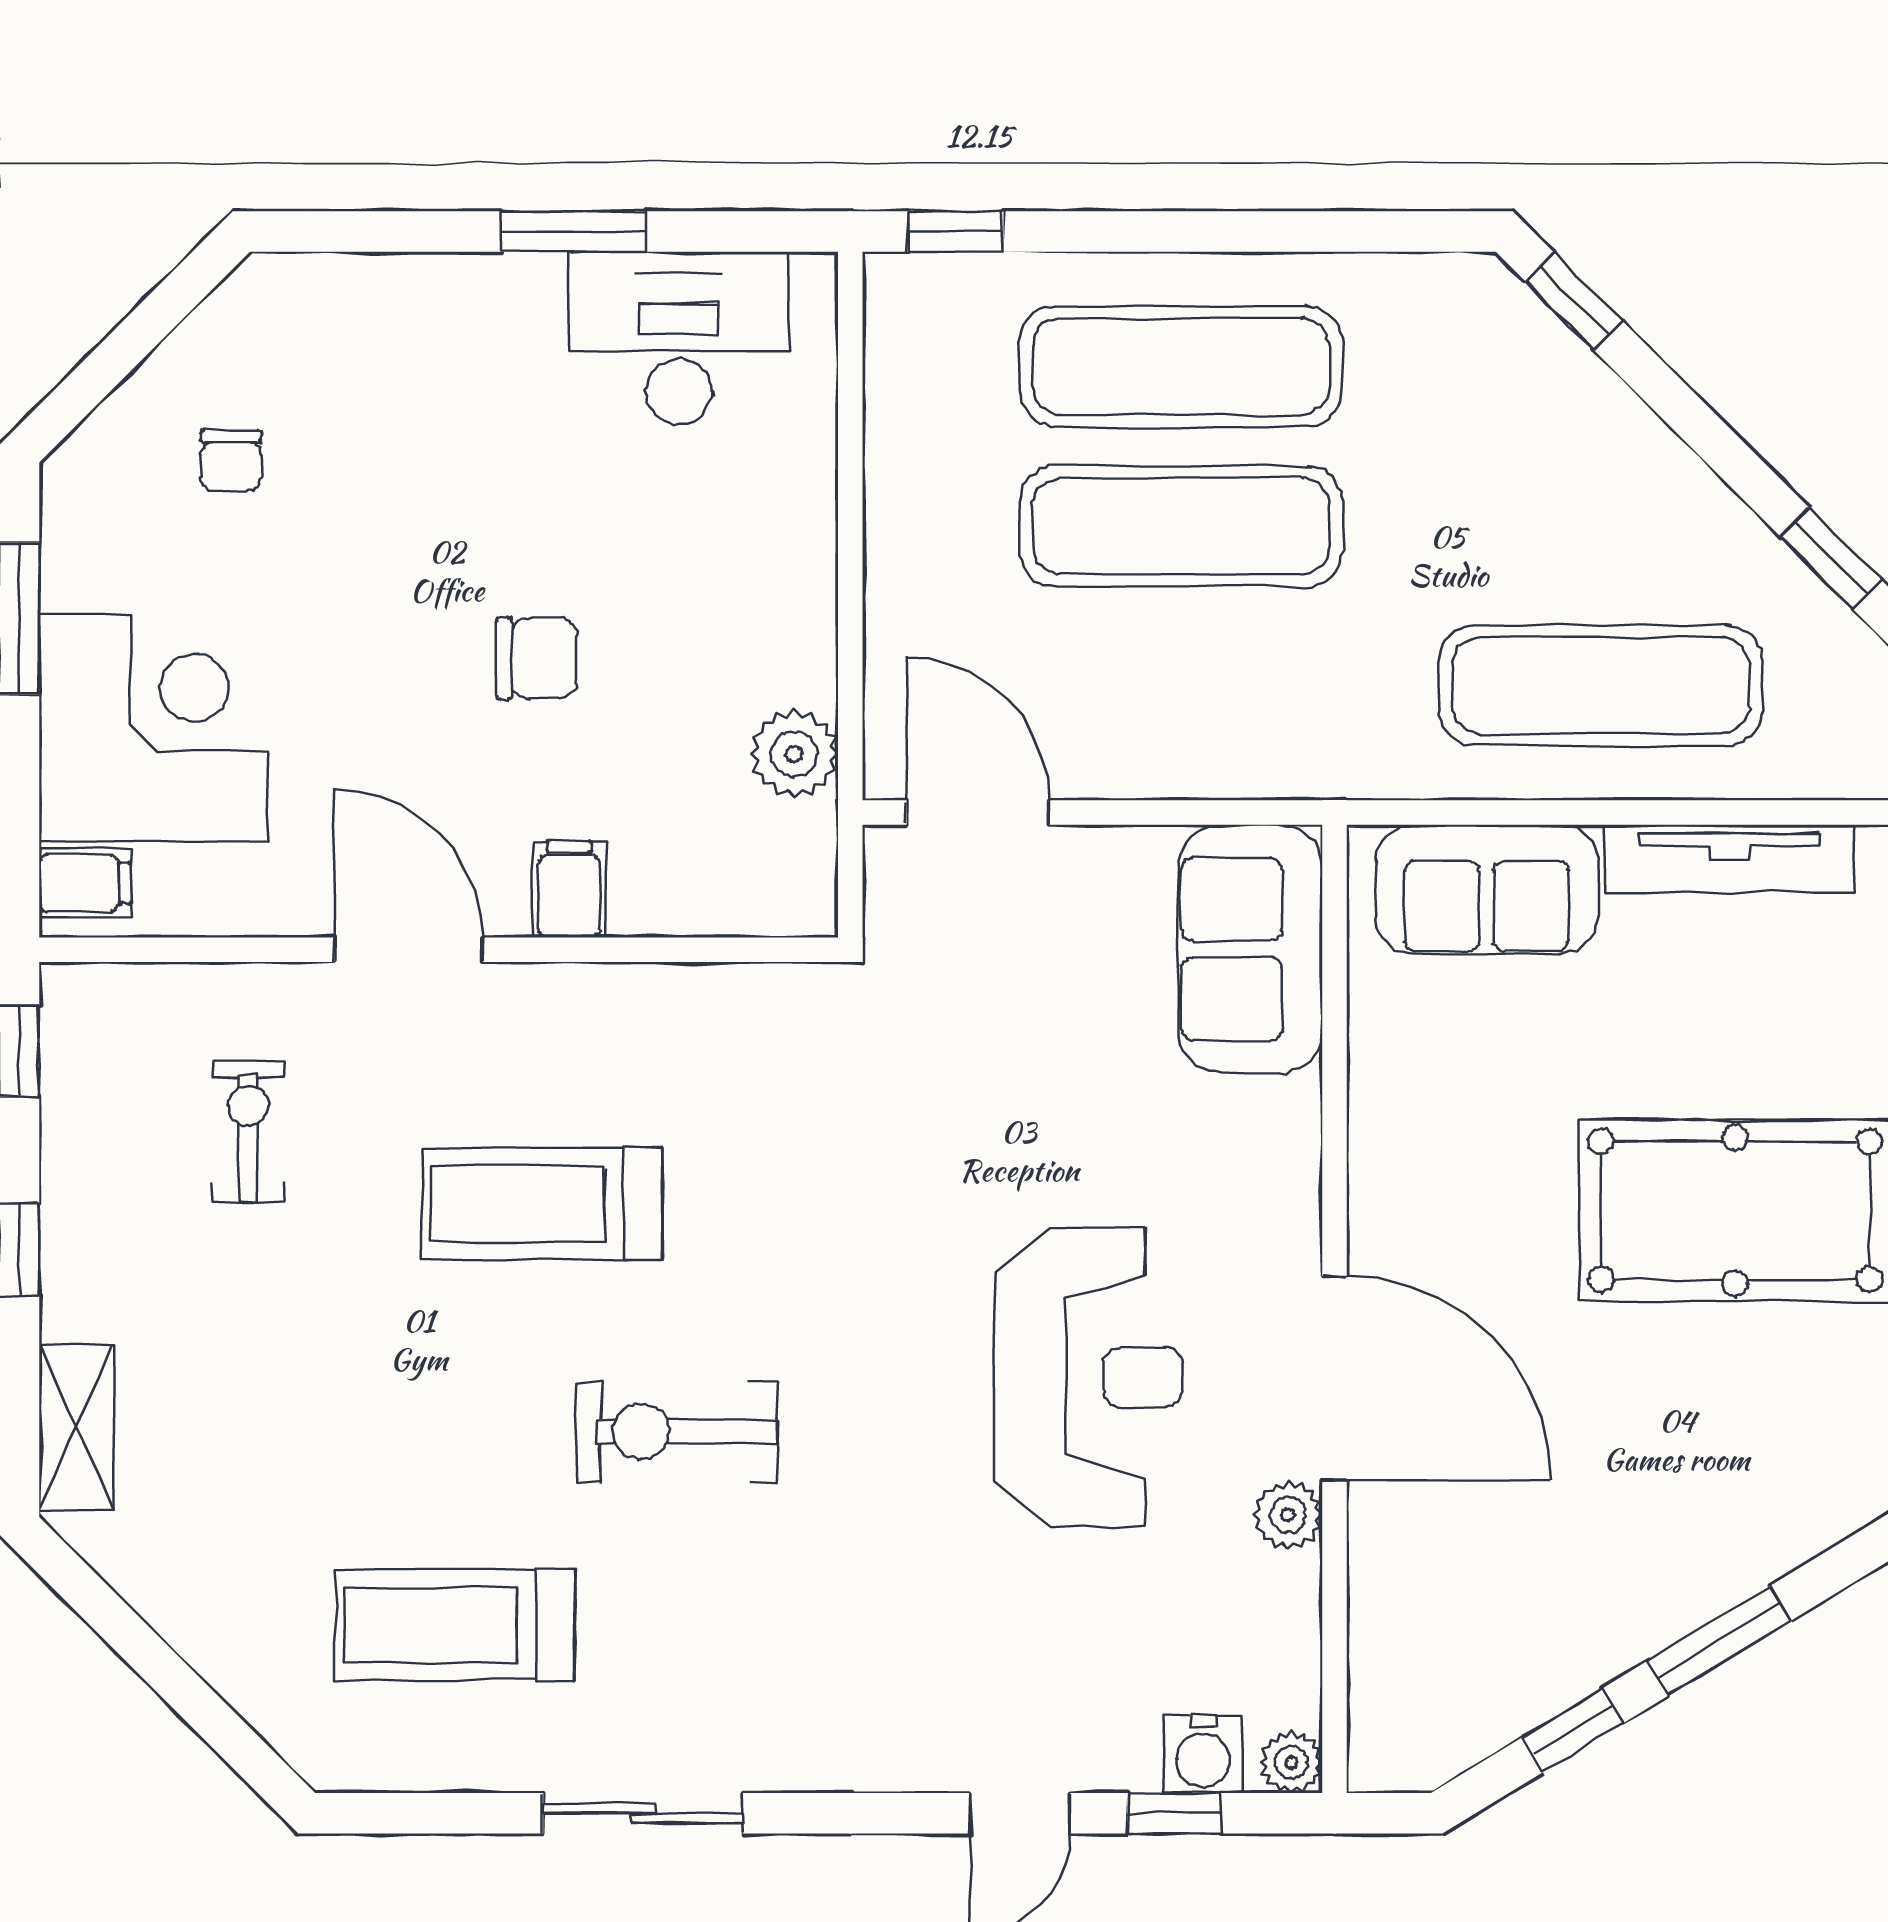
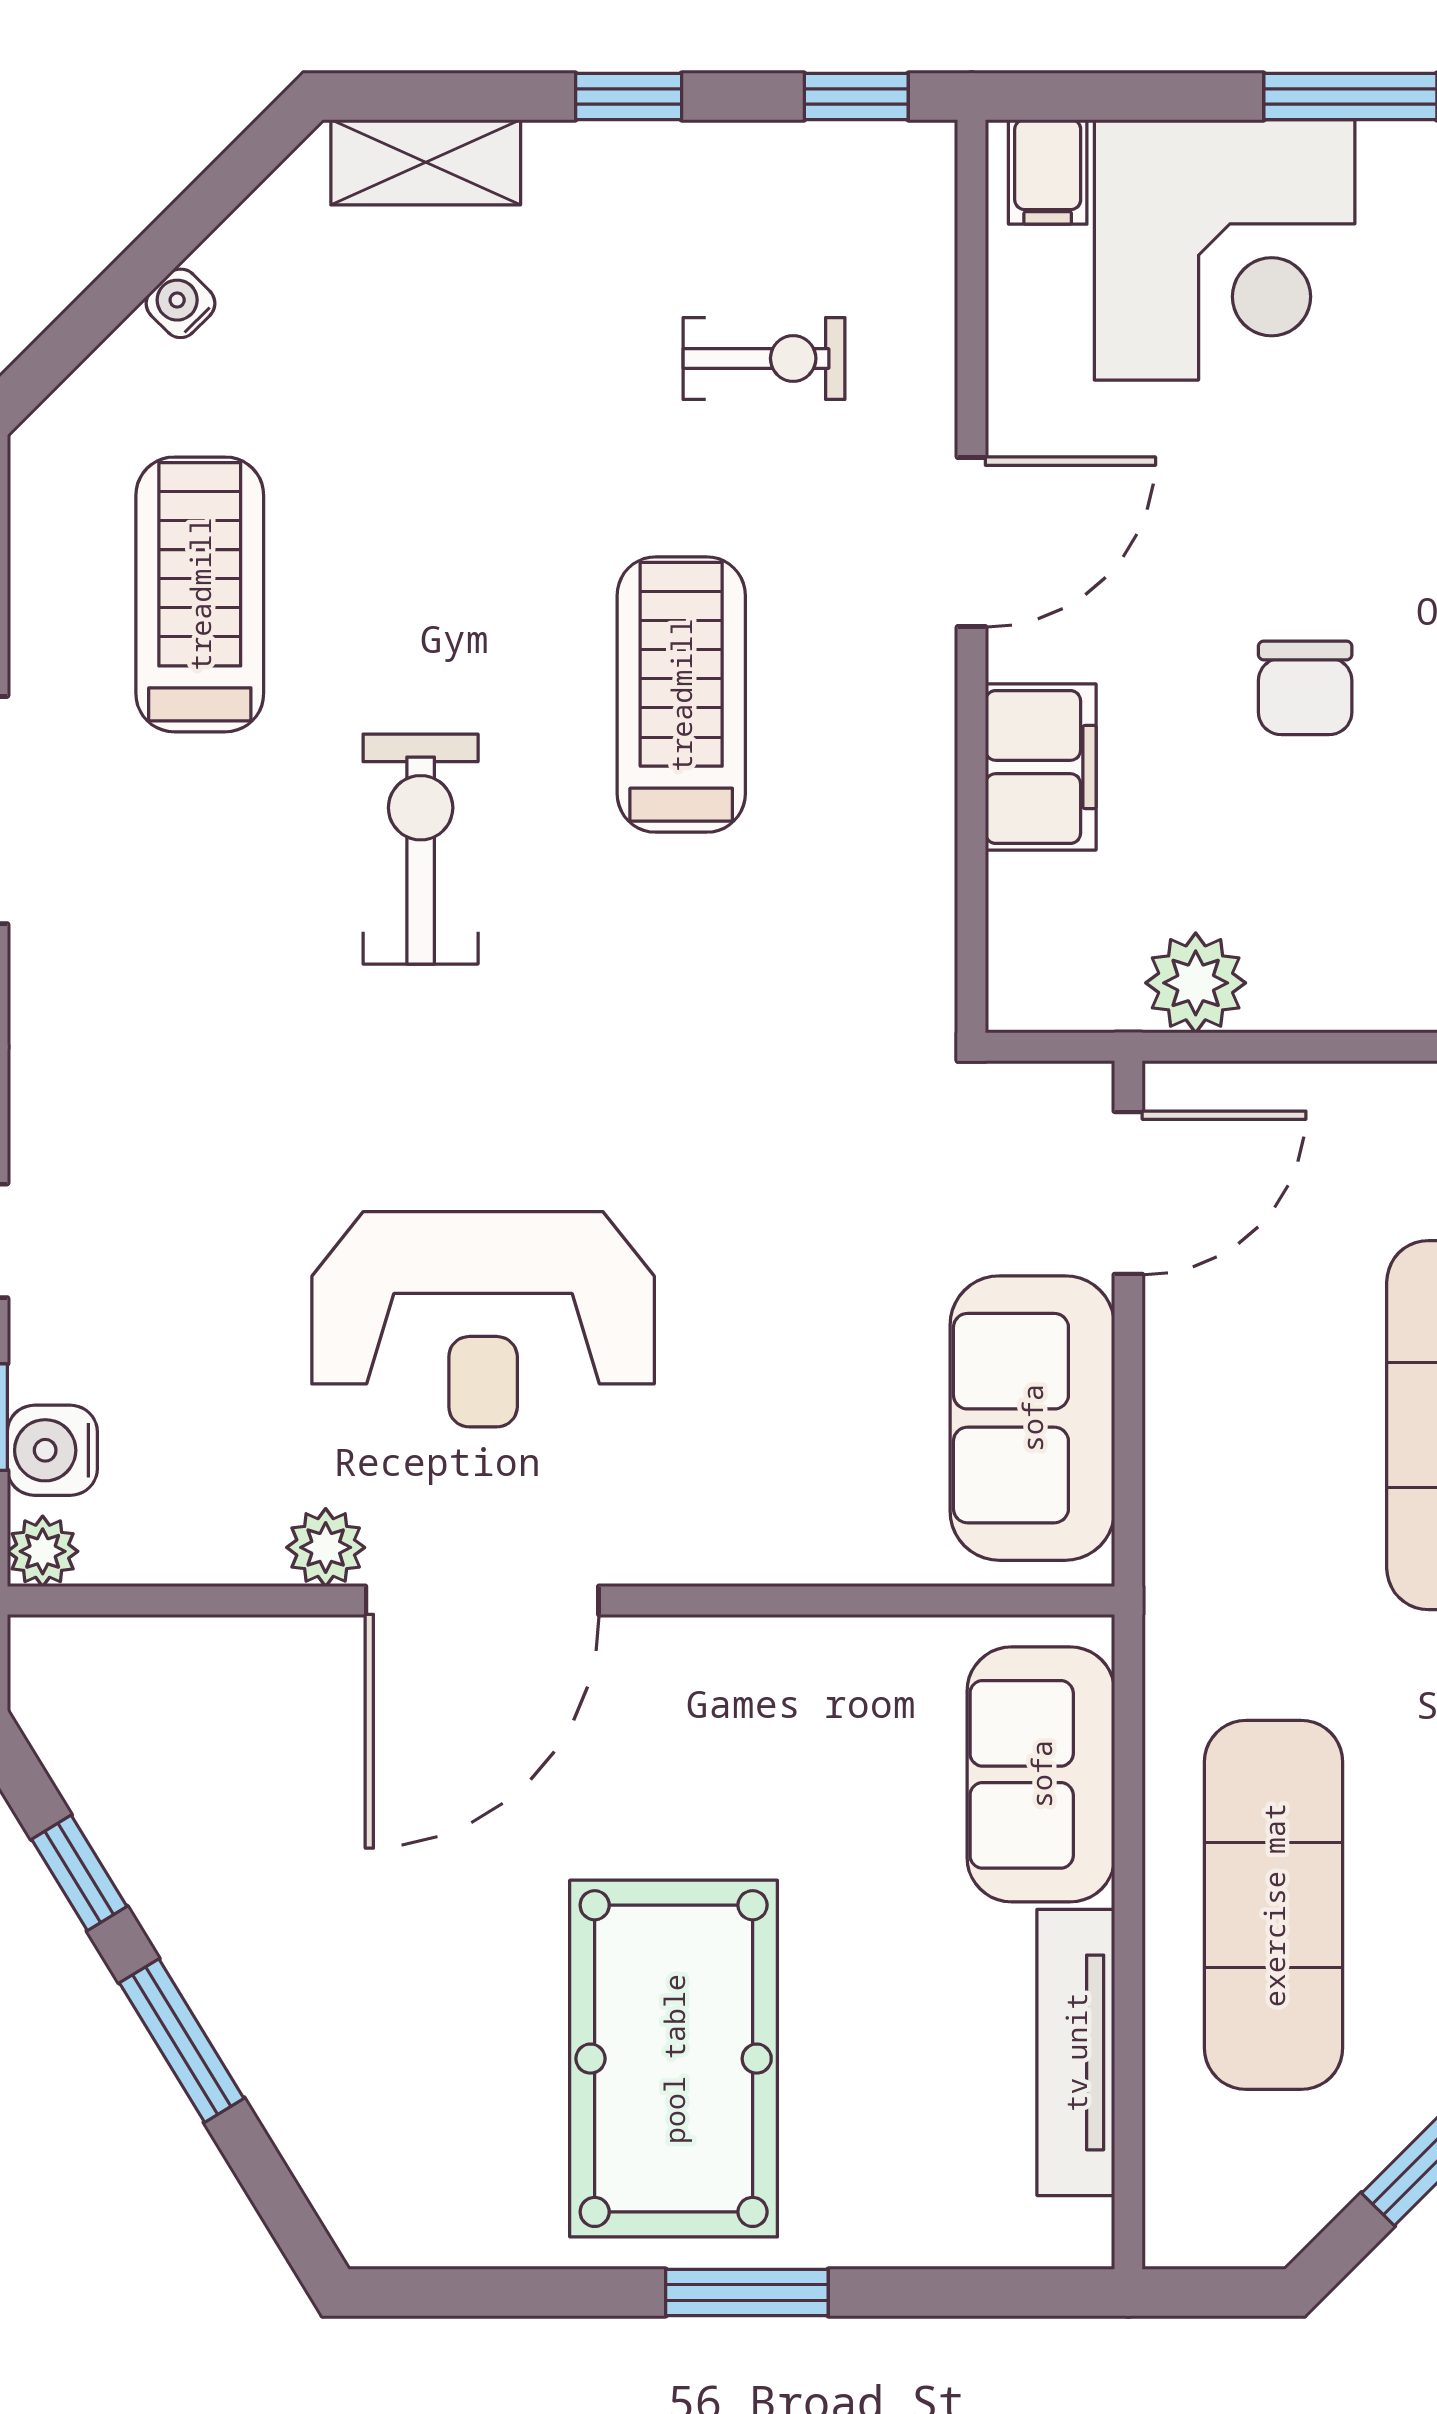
filing cabinet: (569, 889) -> (1041, 767), width x2.00
sofa: (1250, 949) -> (1032, 1418), moved, turned -90
water cooler: (200, 1642) -> (180, 303), added

